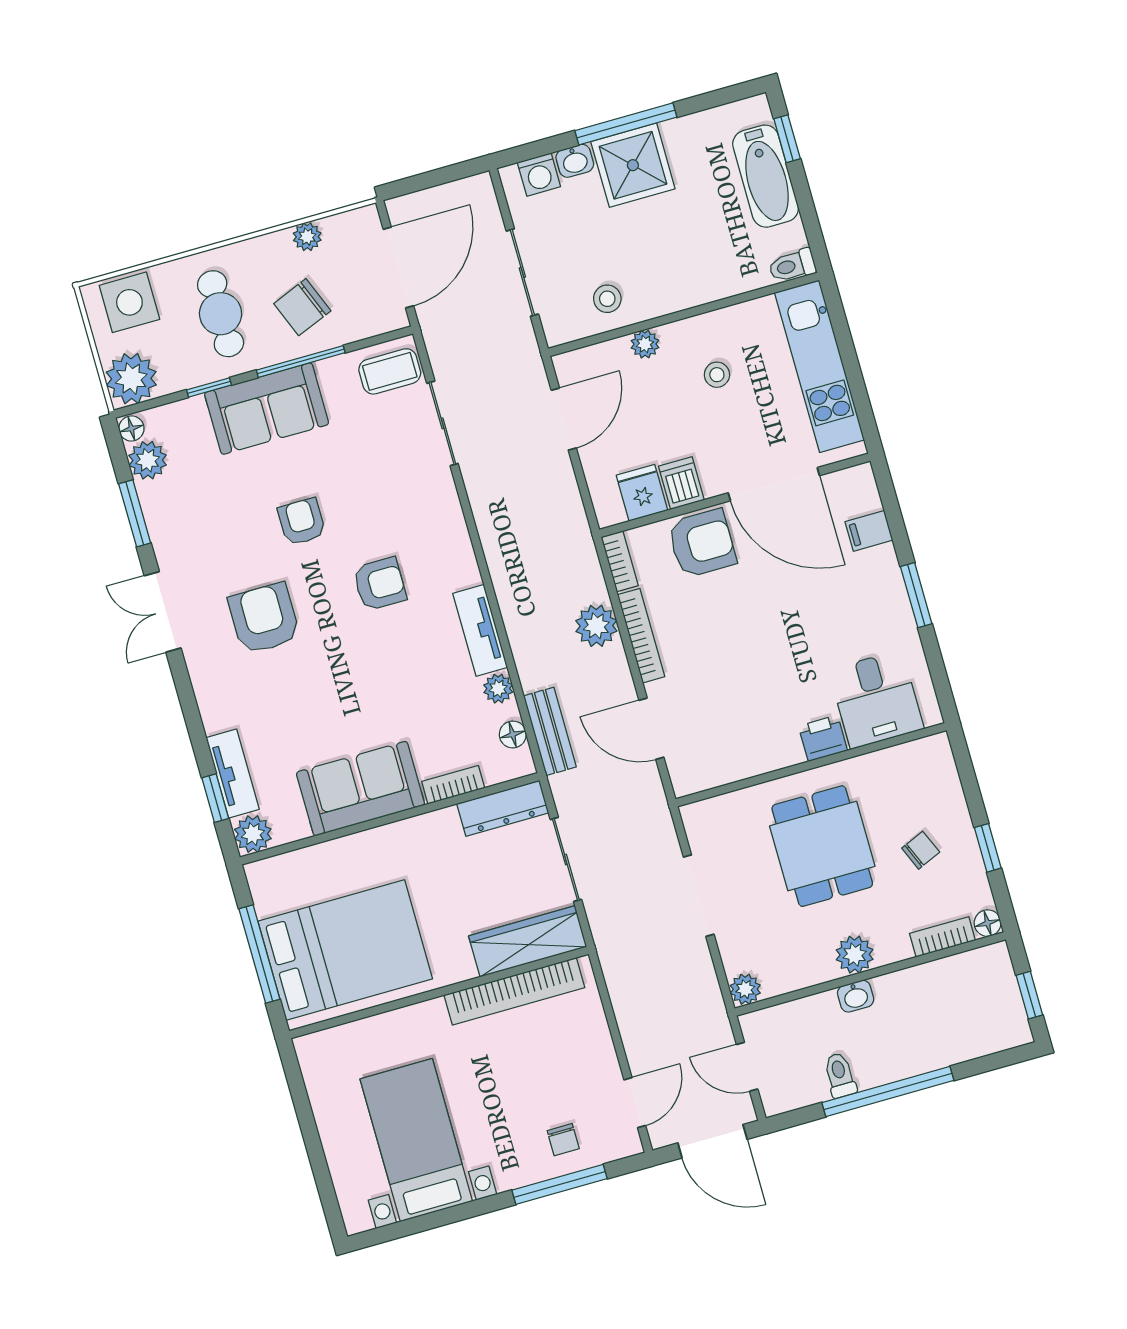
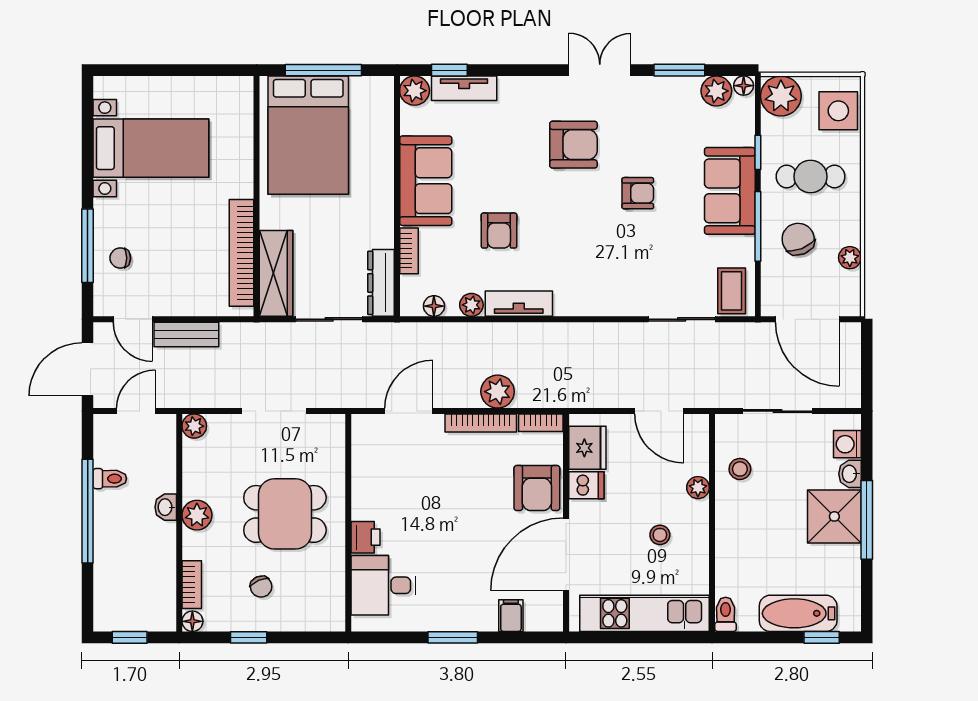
fridge: (642, 493) -> (587, 448), width x1.38
armchair: (380, 584) -> (499, 231), moved
bench: (550, 731) -> (186, 335), moved

